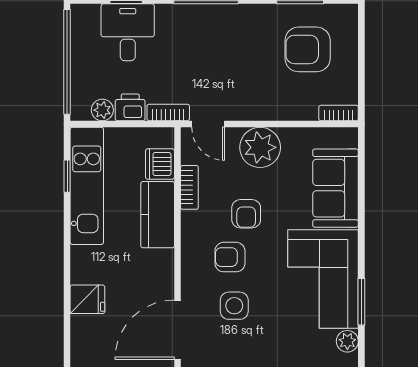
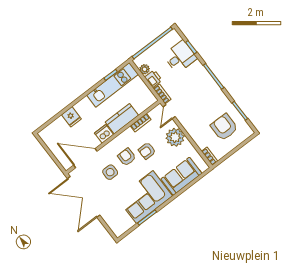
dishwasher: (160, 164) -> (104, 134), moved
plant: (347, 341) -> (129, 223), removed

